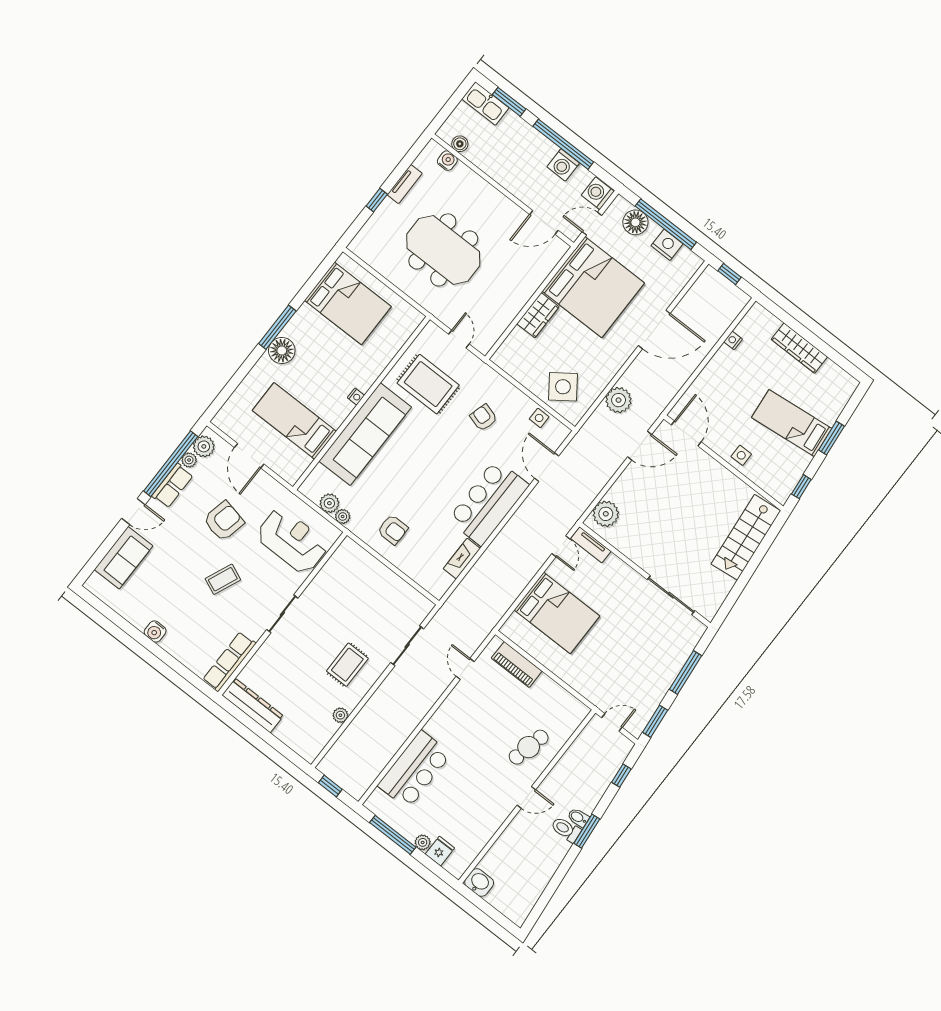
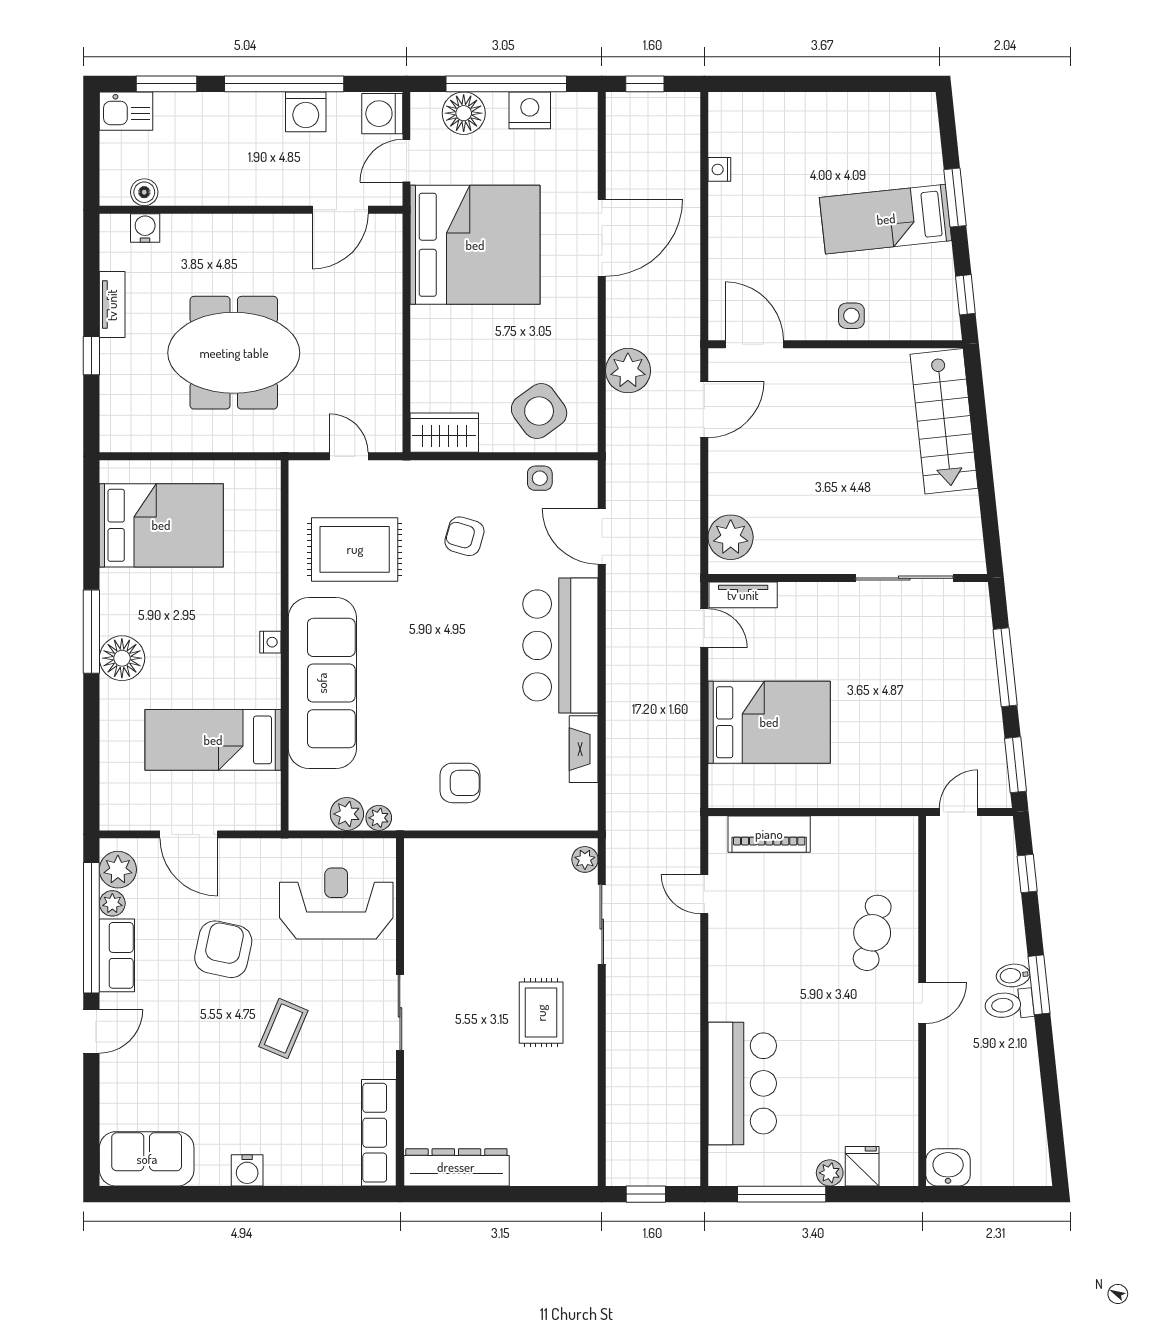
kitchen sink: (485, 103) -> (126, 111), width x0.73
wardrobe: (538, 315) -> (444, 433), moved, turned -90
wardrobe: (799, 348) -> (817, 110), removed
sofa: (123, 558) -> (147, 1159), moved, turned -90
plant: (340, 715) -> (585, 859), moved

